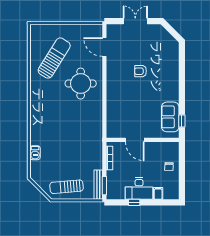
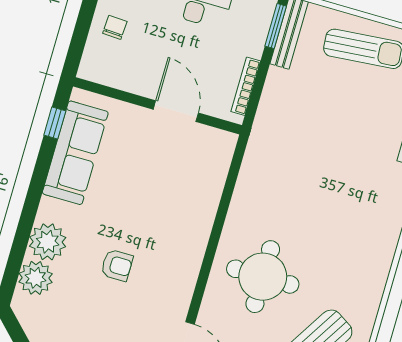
plant: (172, 57) -> (36, 278), added
plant: (171, 73) -> (48, 242), added
sofa: (170, 117) -> (75, 153), width x1.36

